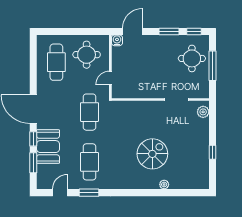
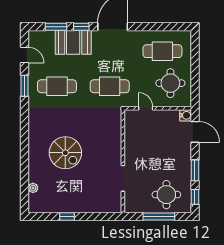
plant: (203, 112) -> (110, 206), removed
plant: (164, 184) -> (33, 188), moved

